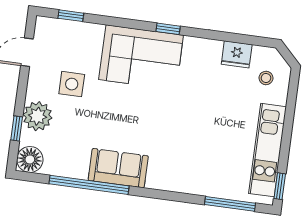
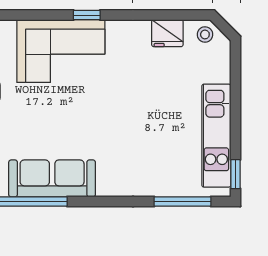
stool: (266, 78) -> (205, 34), moved
sofa: (118, 168) -> (52, 178), width x1.36

